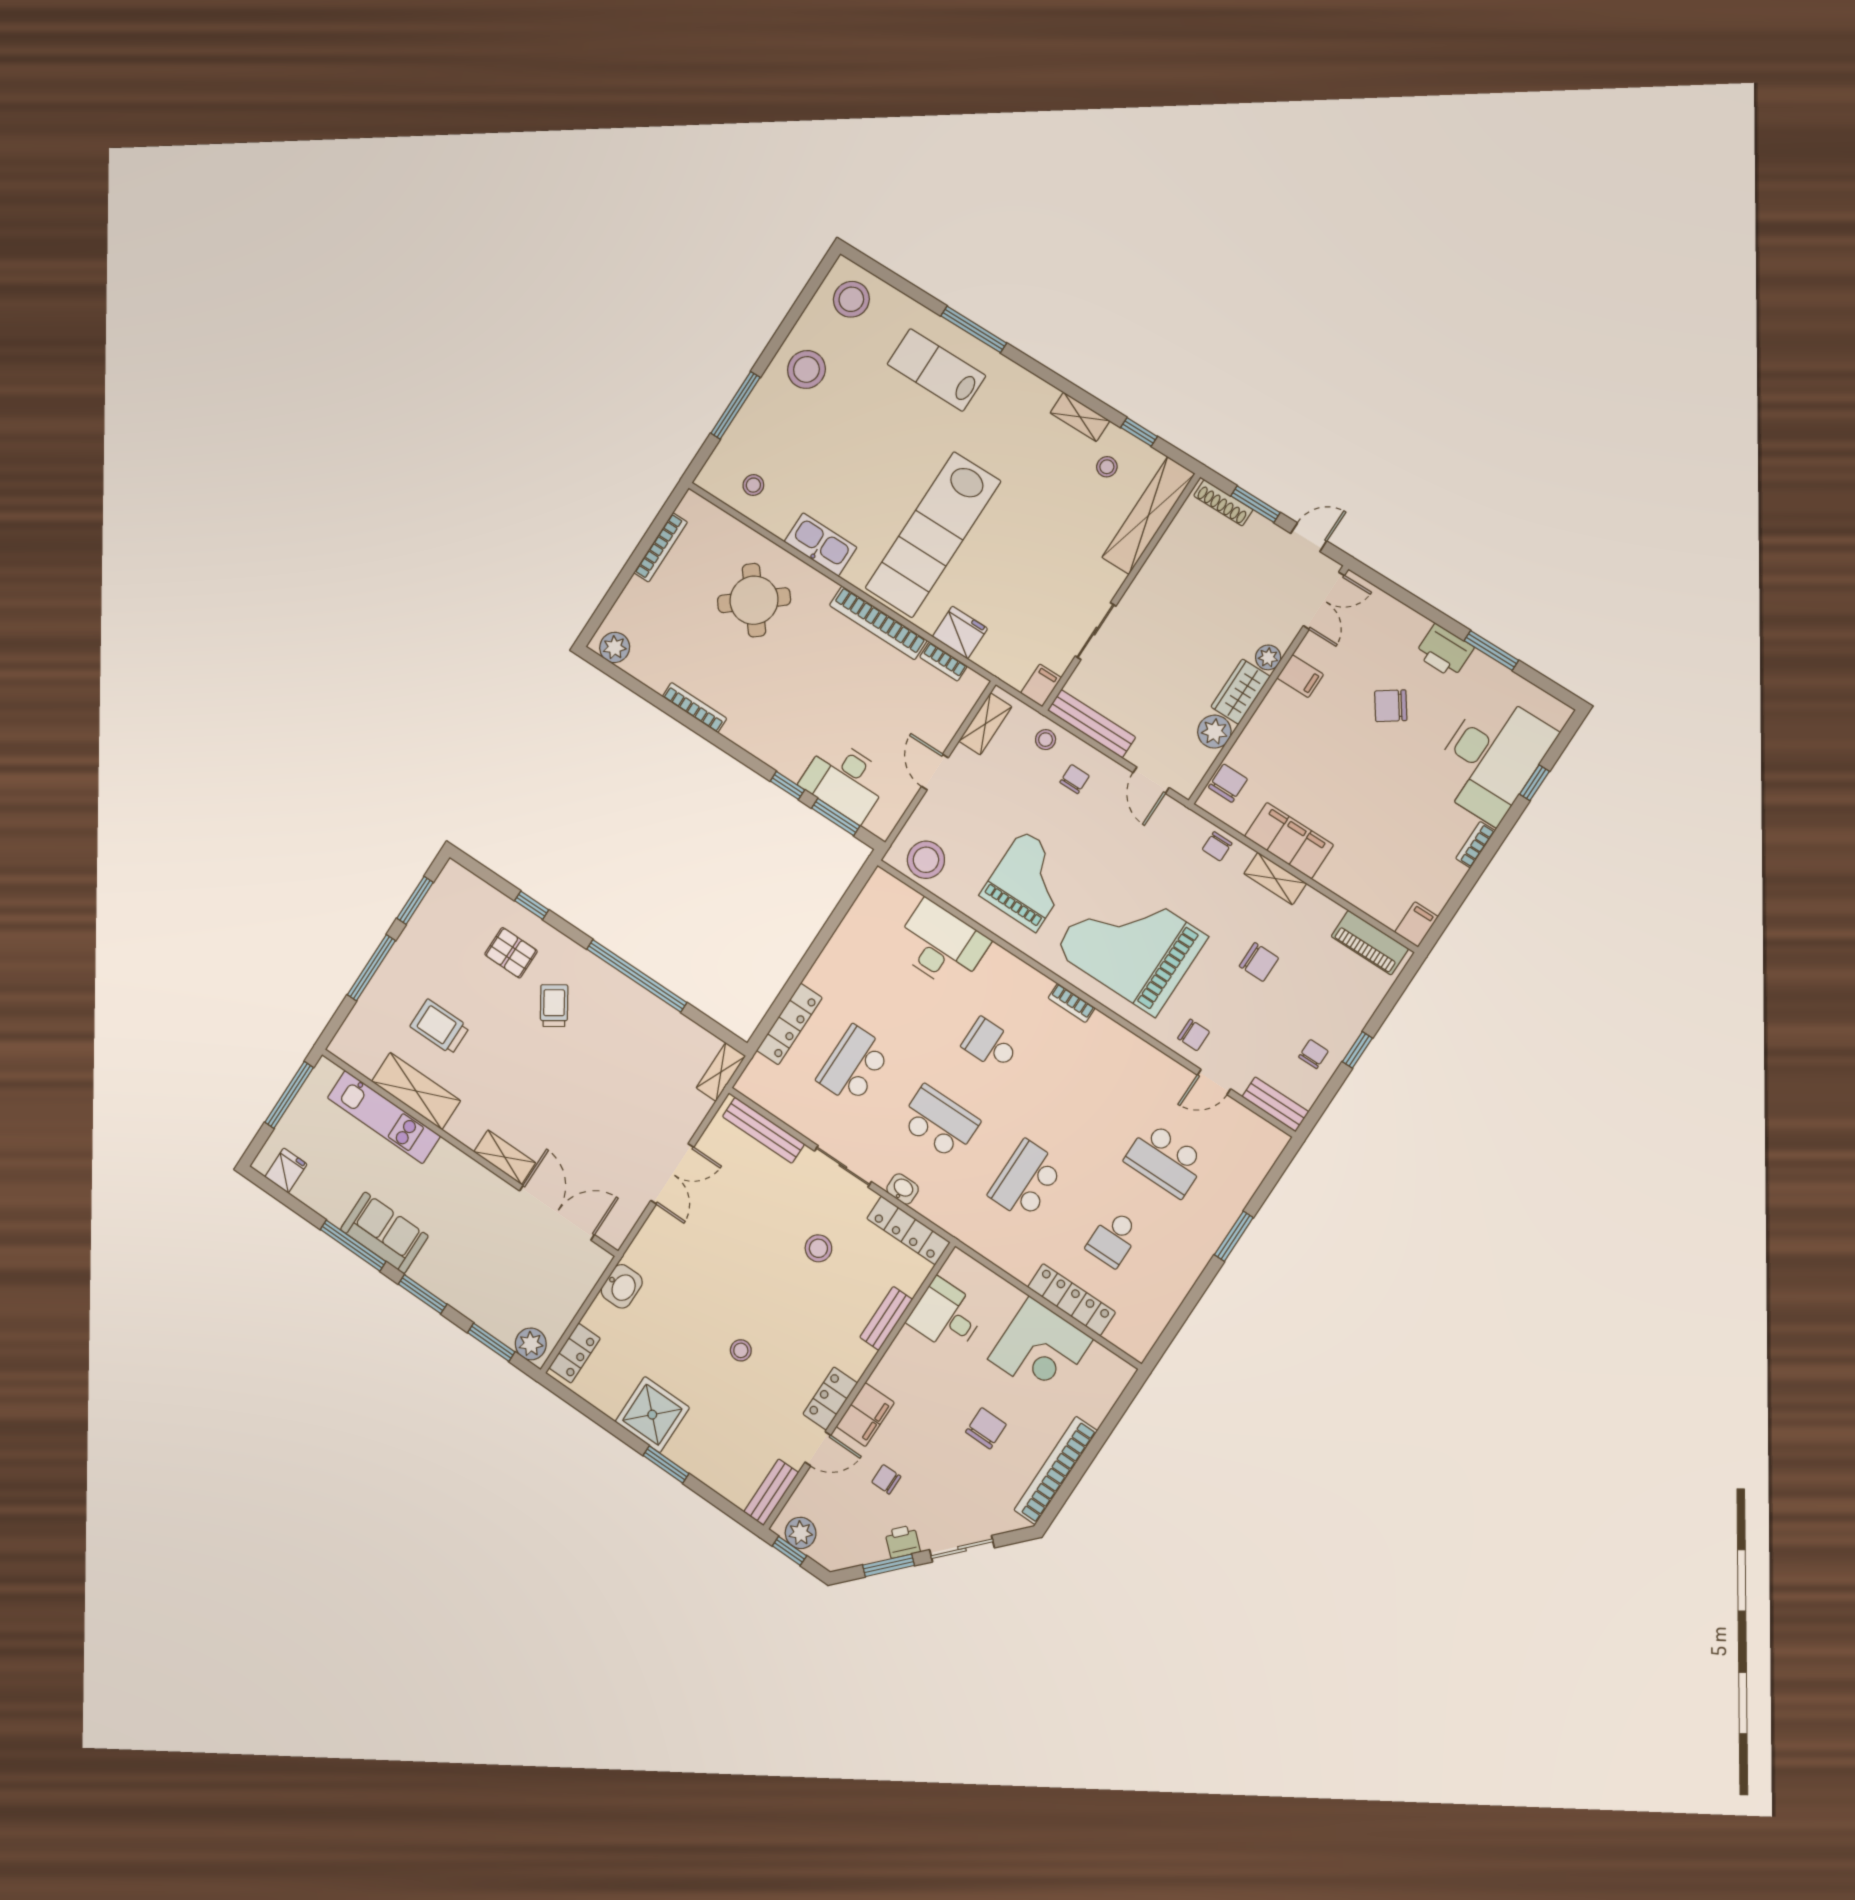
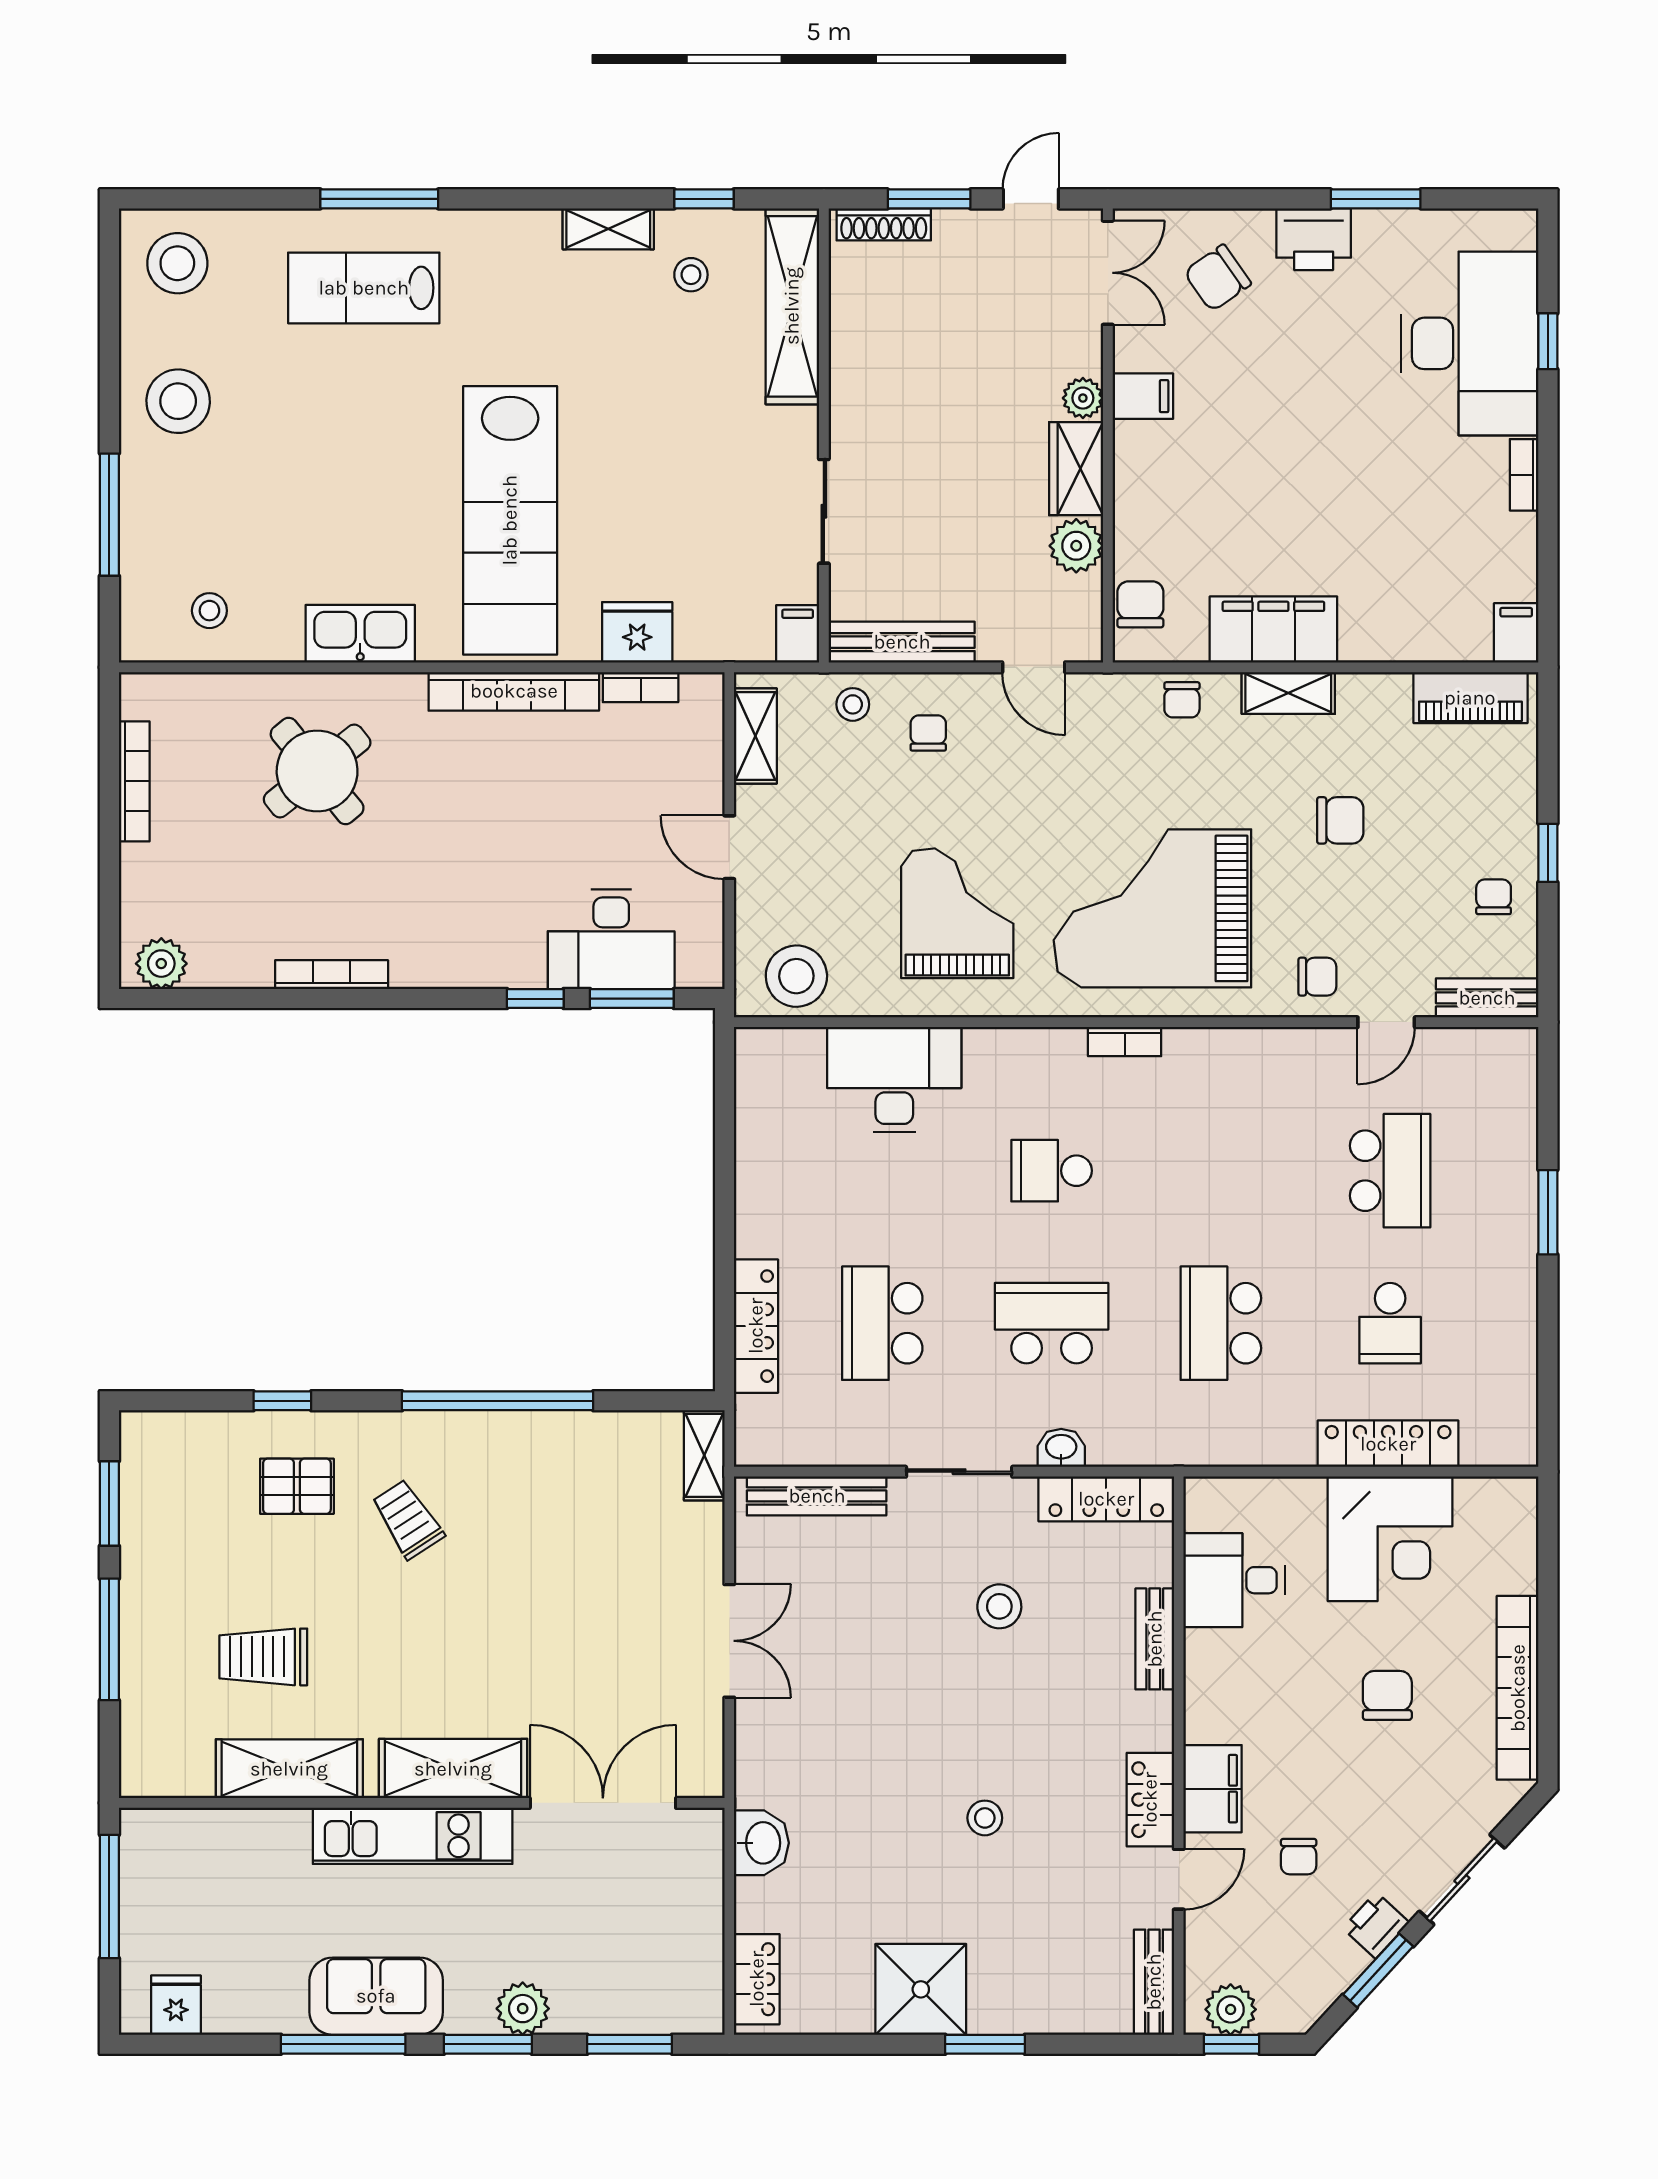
chair: (1391, 706) -> (1218, 278), moved
kitchen unit: (384, 1117) -> (413, 1836), moved
shelving: (505, 1157) -> (453, 1769), width x1.50, depth x1.33
school desk: (1165, 1160) -> (1390, 1171), turned -90
plant: (531, 1344) -> (523, 2009), moved
chair: (886, 1479) -> (1299, 1857), turned -90

